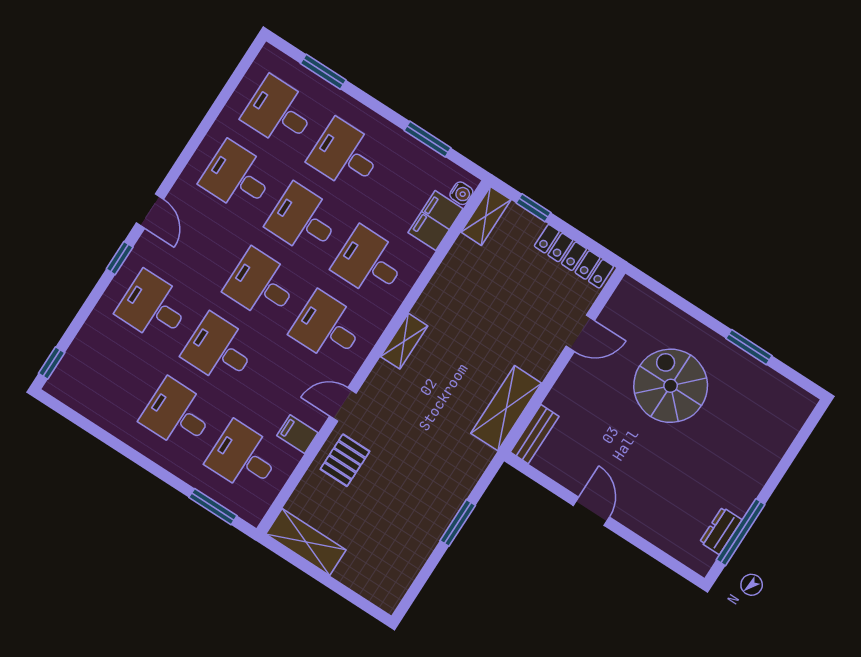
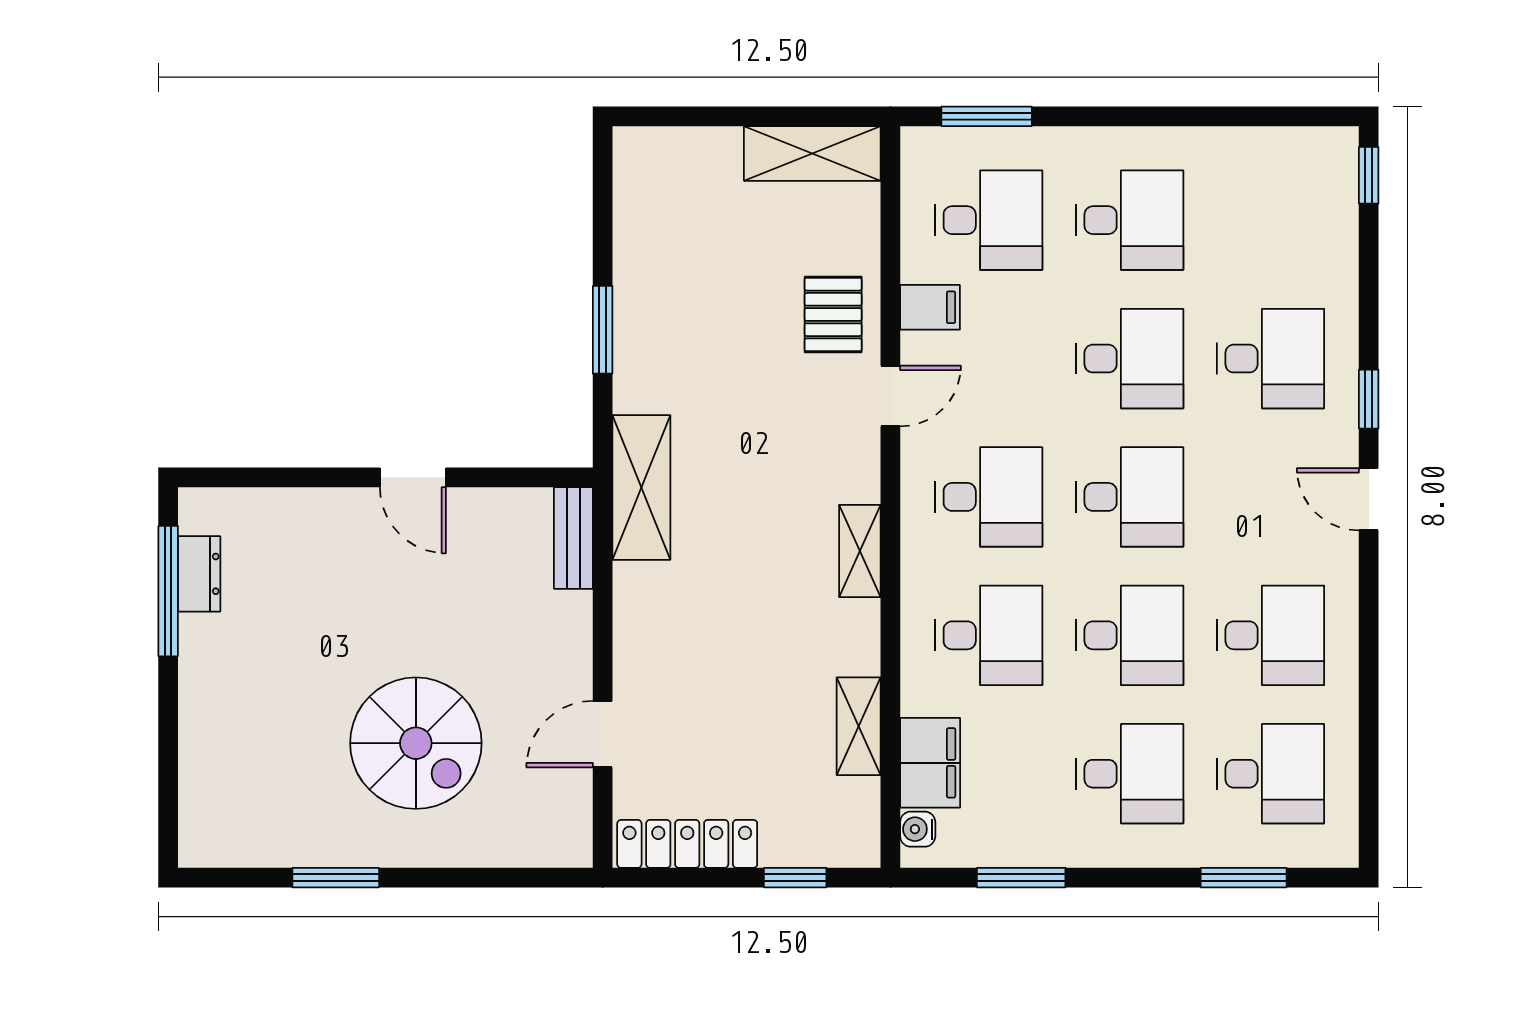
shelving: (486, 216) -> (859, 726), moved
shelving: (506, 408) -> (641, 488), moved

